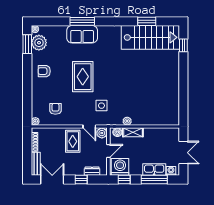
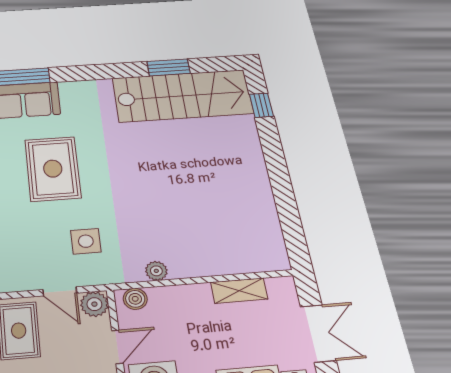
rug: (83, 77) -> (53, 169), moved
shelving: (133, 132) -> (239, 291), moved

